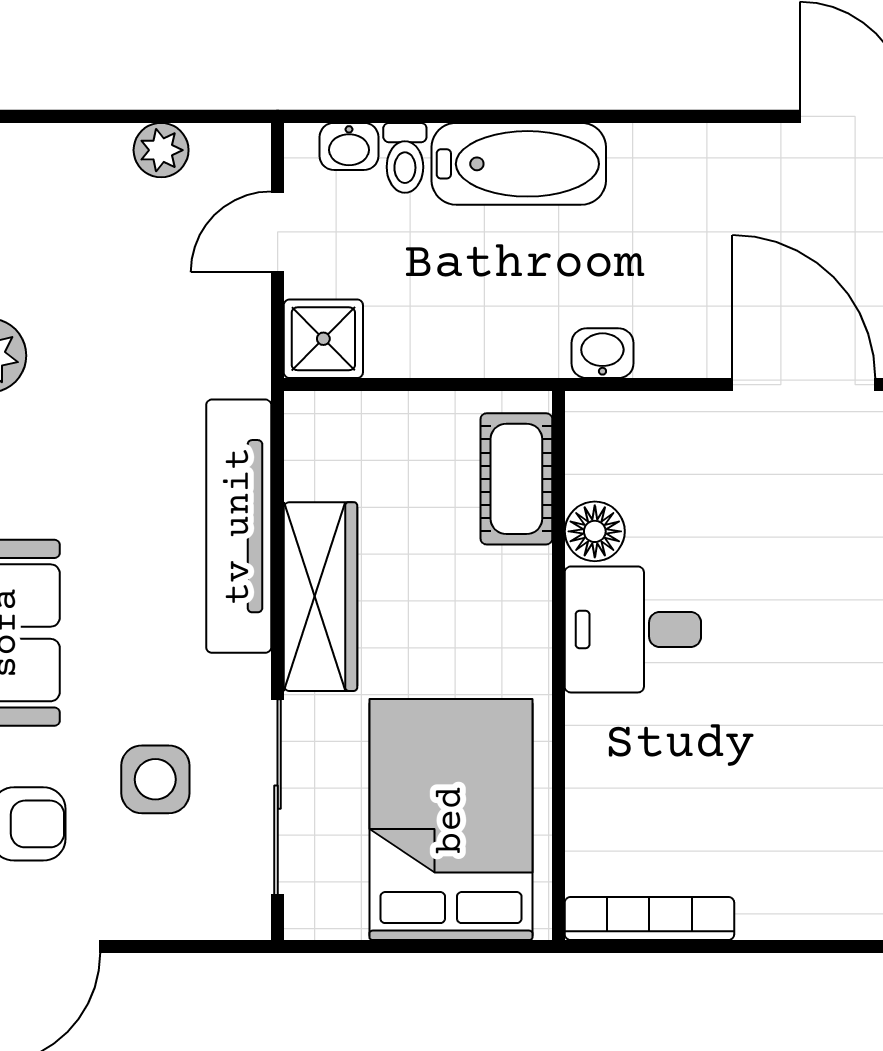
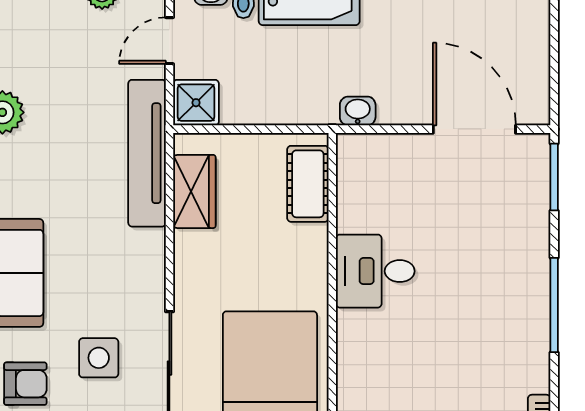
tv unit: (239, 526) -> (147, 153), moved
floor lamp: (595, 531) -> (353, 214), removed
wardrobe: (320, 597) -> (194, 191), moved, width x0.67

